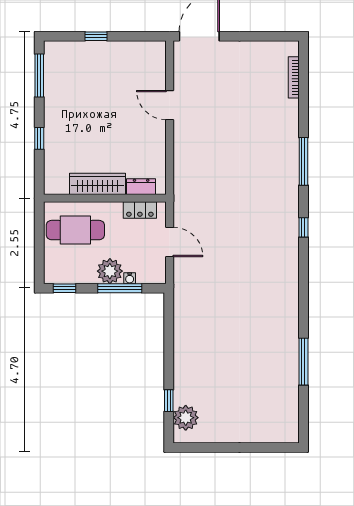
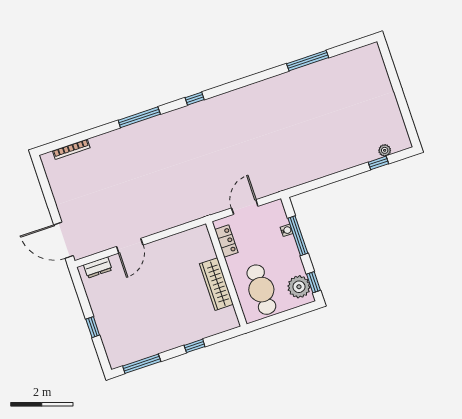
dresser: (141, 187) -> (98, 267), moved, turned -90
plant: (110, 271) -> (299, 287), moved
plant: (186, 418) -> (385, 150), width x0.53, depth x0.53

